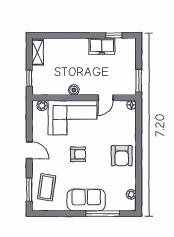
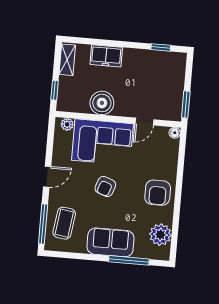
freezer: (102, 46) -> (106, 56), moved
boiler: (74, 90) -> (102, 103), width x1.86, depth x1.86
door: (29, 150) -> (47, 177), hinge flipped
armchair: (78, 154) -> (105, 186), turned 110
window: (29, 190) -> (43, 224), width x1.44
plant: (131, 194) -> (160, 235), width x1.87, depth x1.87

